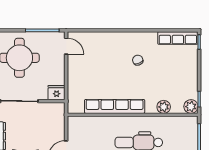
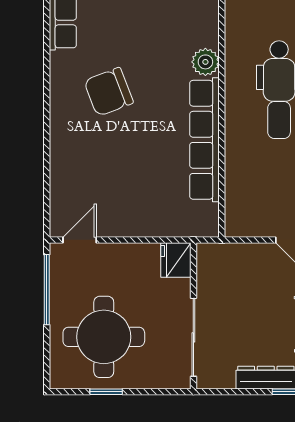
chair: (138, 60) -> (109, 92), width x1.87, depth x1.87
plant: (164, 107) -> (205, 62), moved

